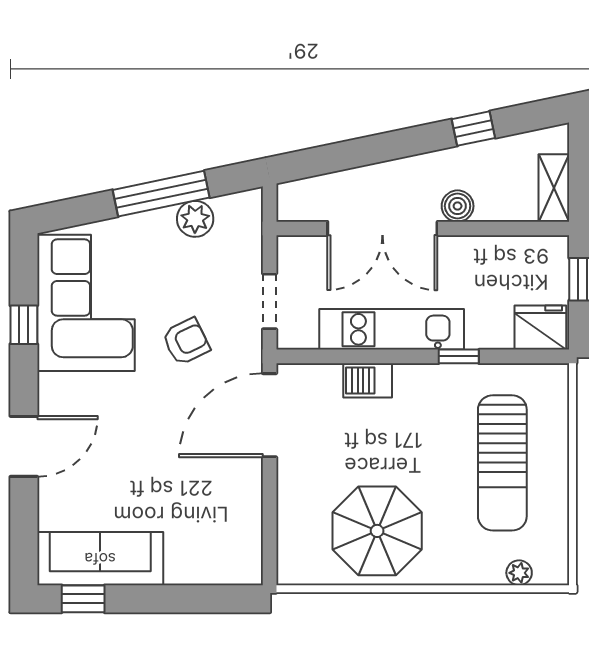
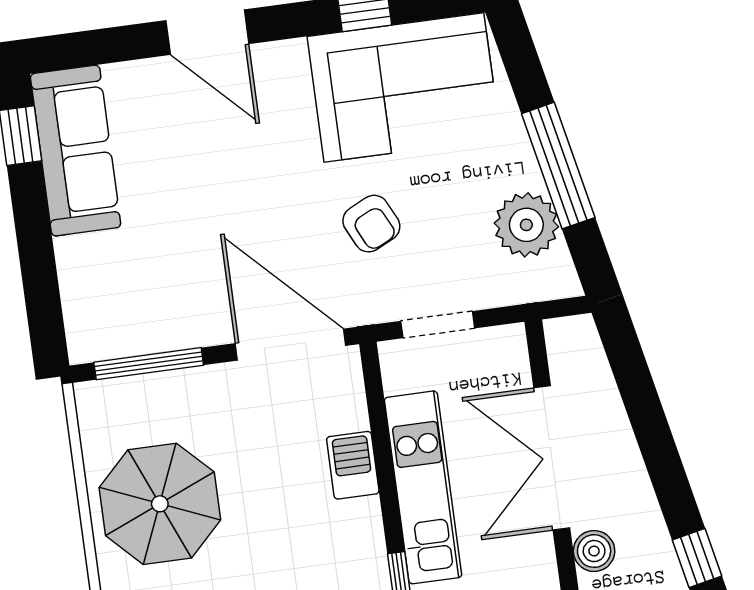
plant: (195, 219) -> (526, 225), width x1.36, depth x1.36
window: (270, 525) -> (149, 364), added

